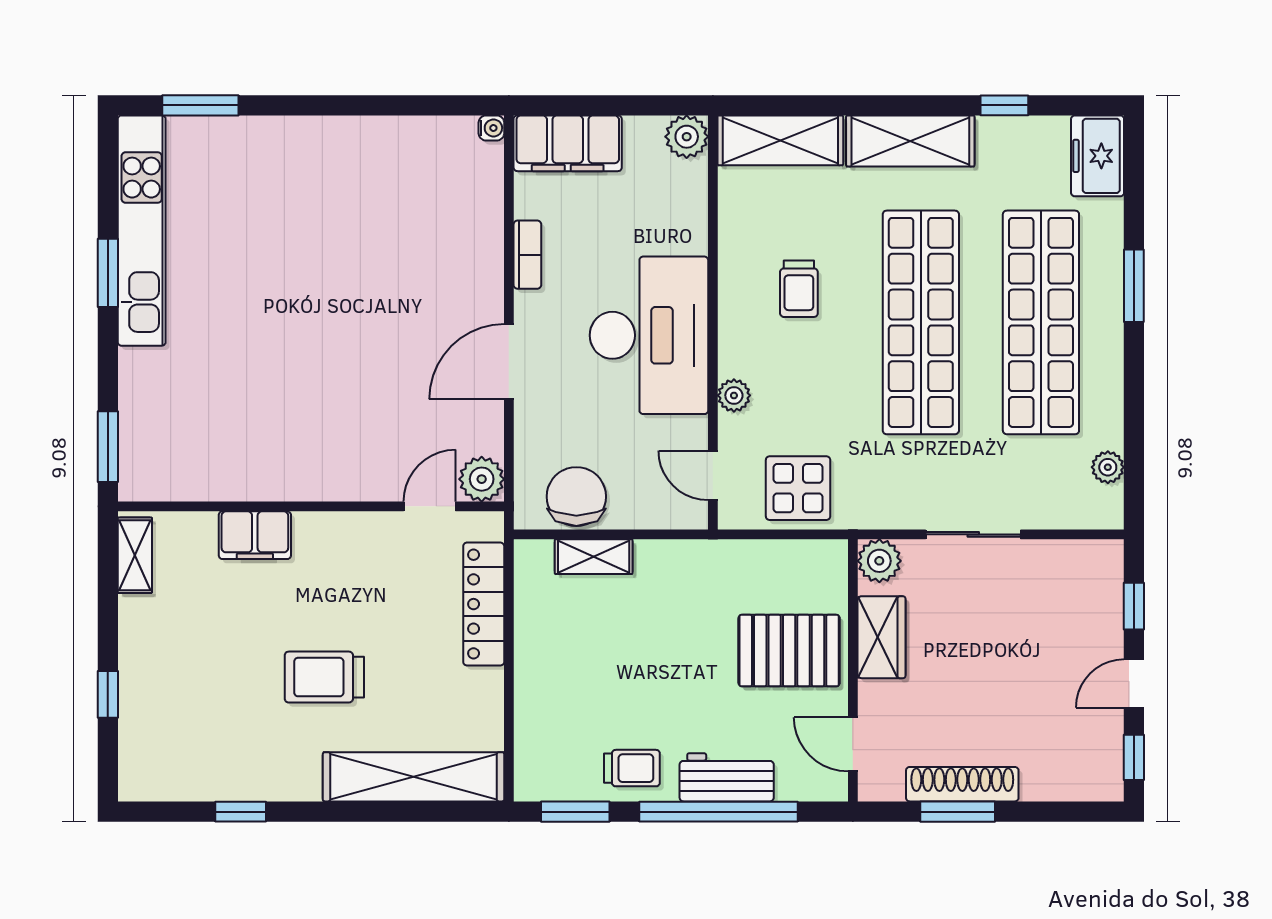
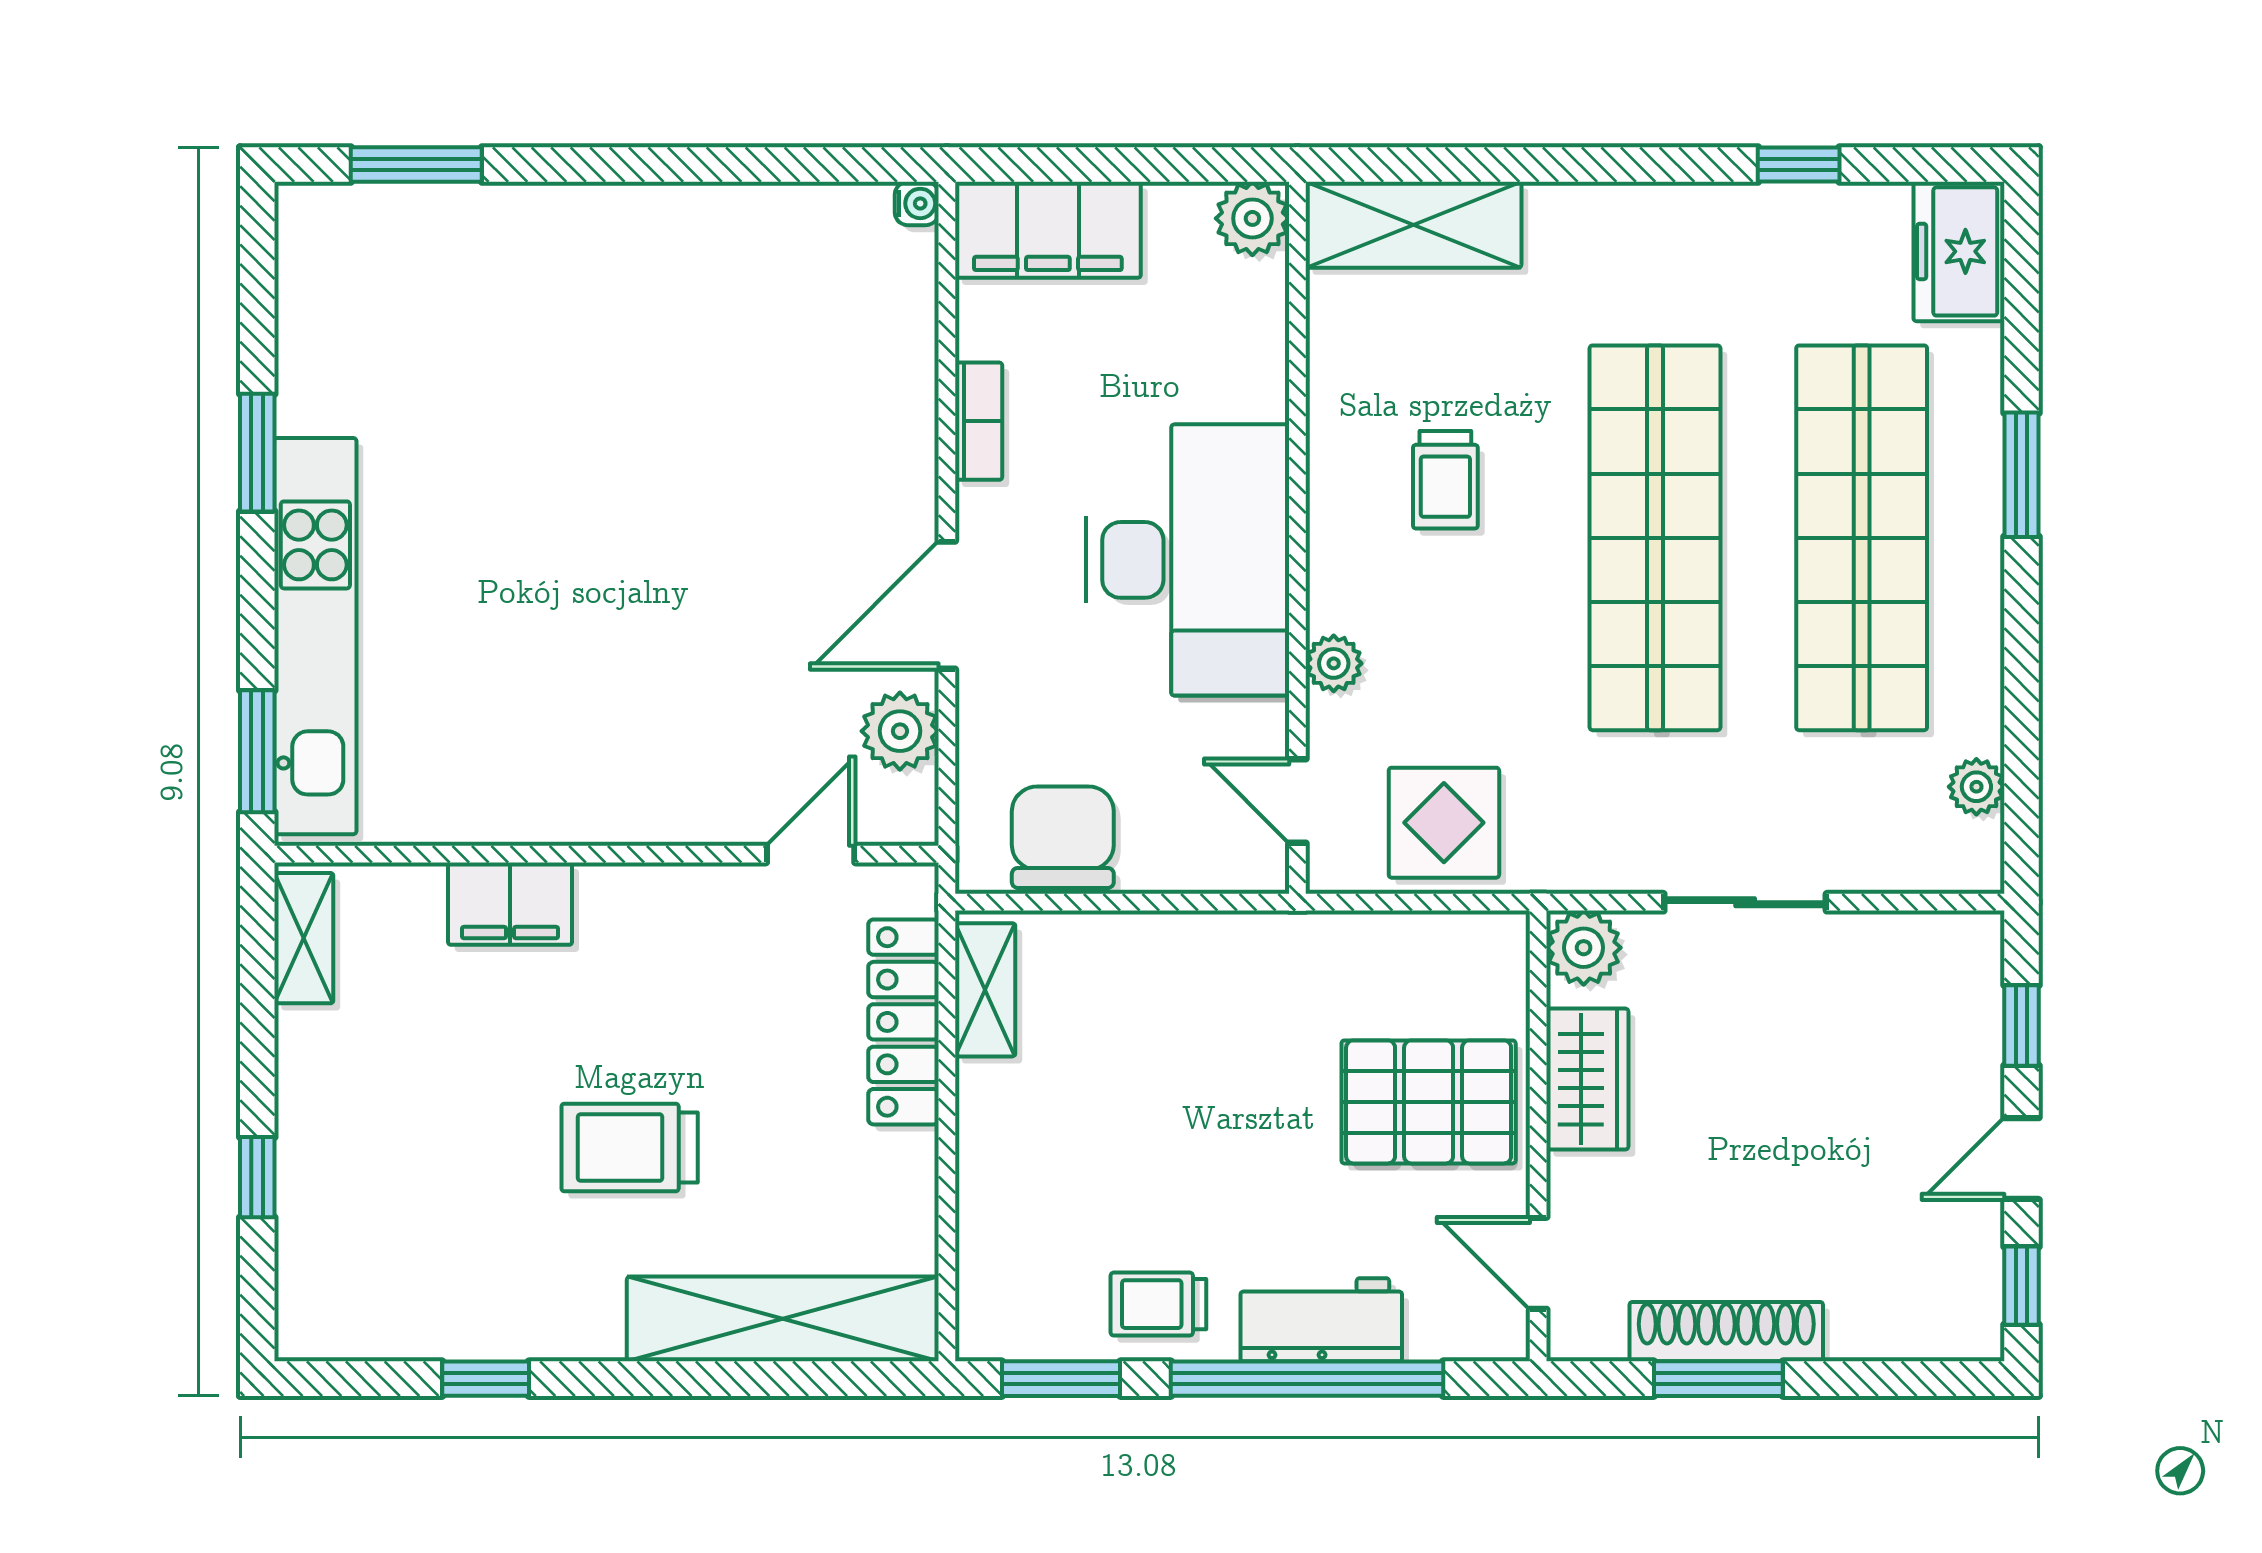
shelving: (910, 141) -> (1637, 226), removed
kitchen unit: (142, 231) -> (315, 636), moved
plant: (482, 479) -> (900, 731), moved
shelving: (594, 557) -> (985, 990), moved, turned 90
trolley: (632, 768) -> (1158, 1304), turned 180

